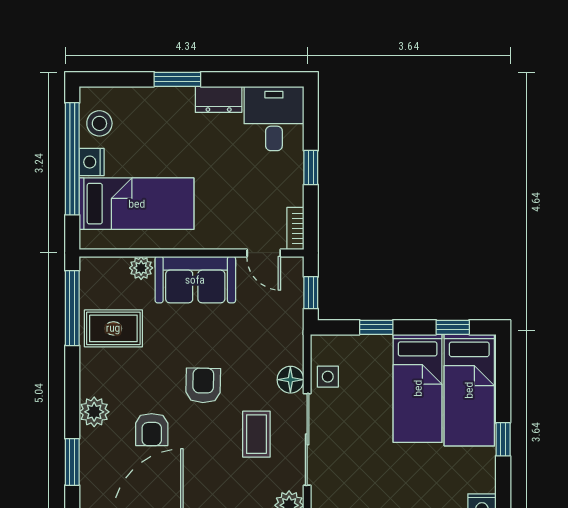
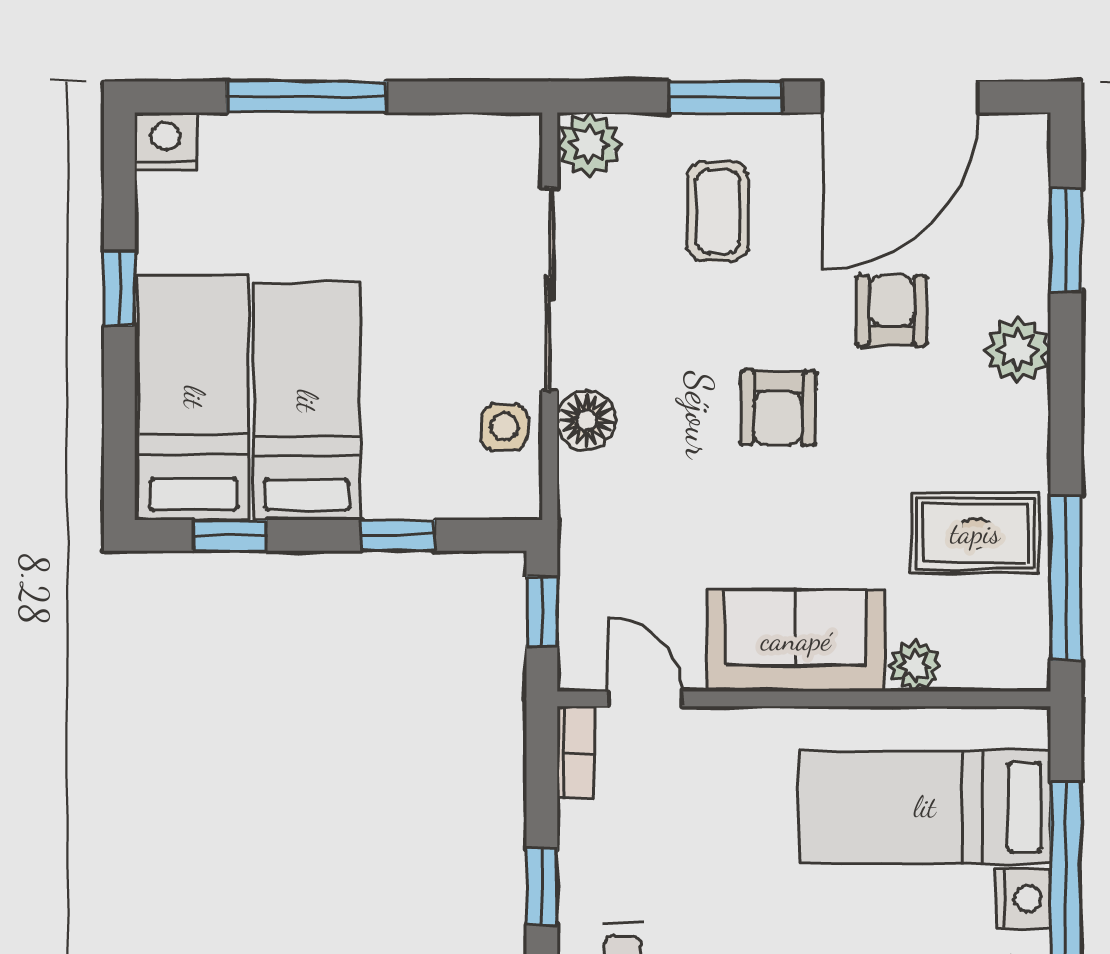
coffee table: (256, 434) -> (718, 211), moved

